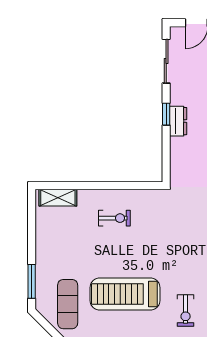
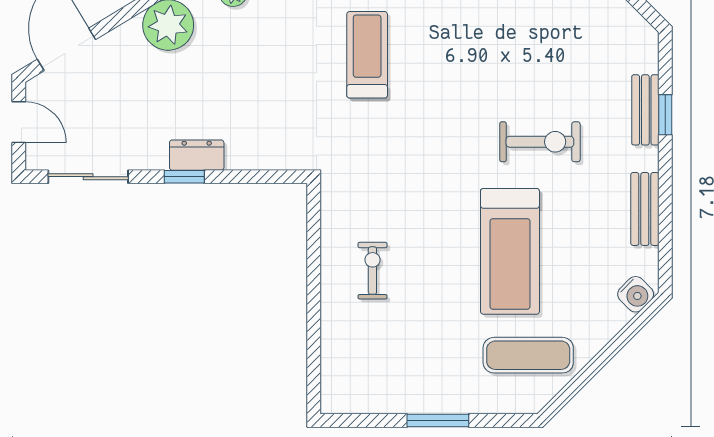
shelving: (58, 198) -> (335, 373), removed
window: (32, 281) -> (438, 420), moved
exercise bike: (186, 311) -> (540, 142), width x1.38, depth x1.39

